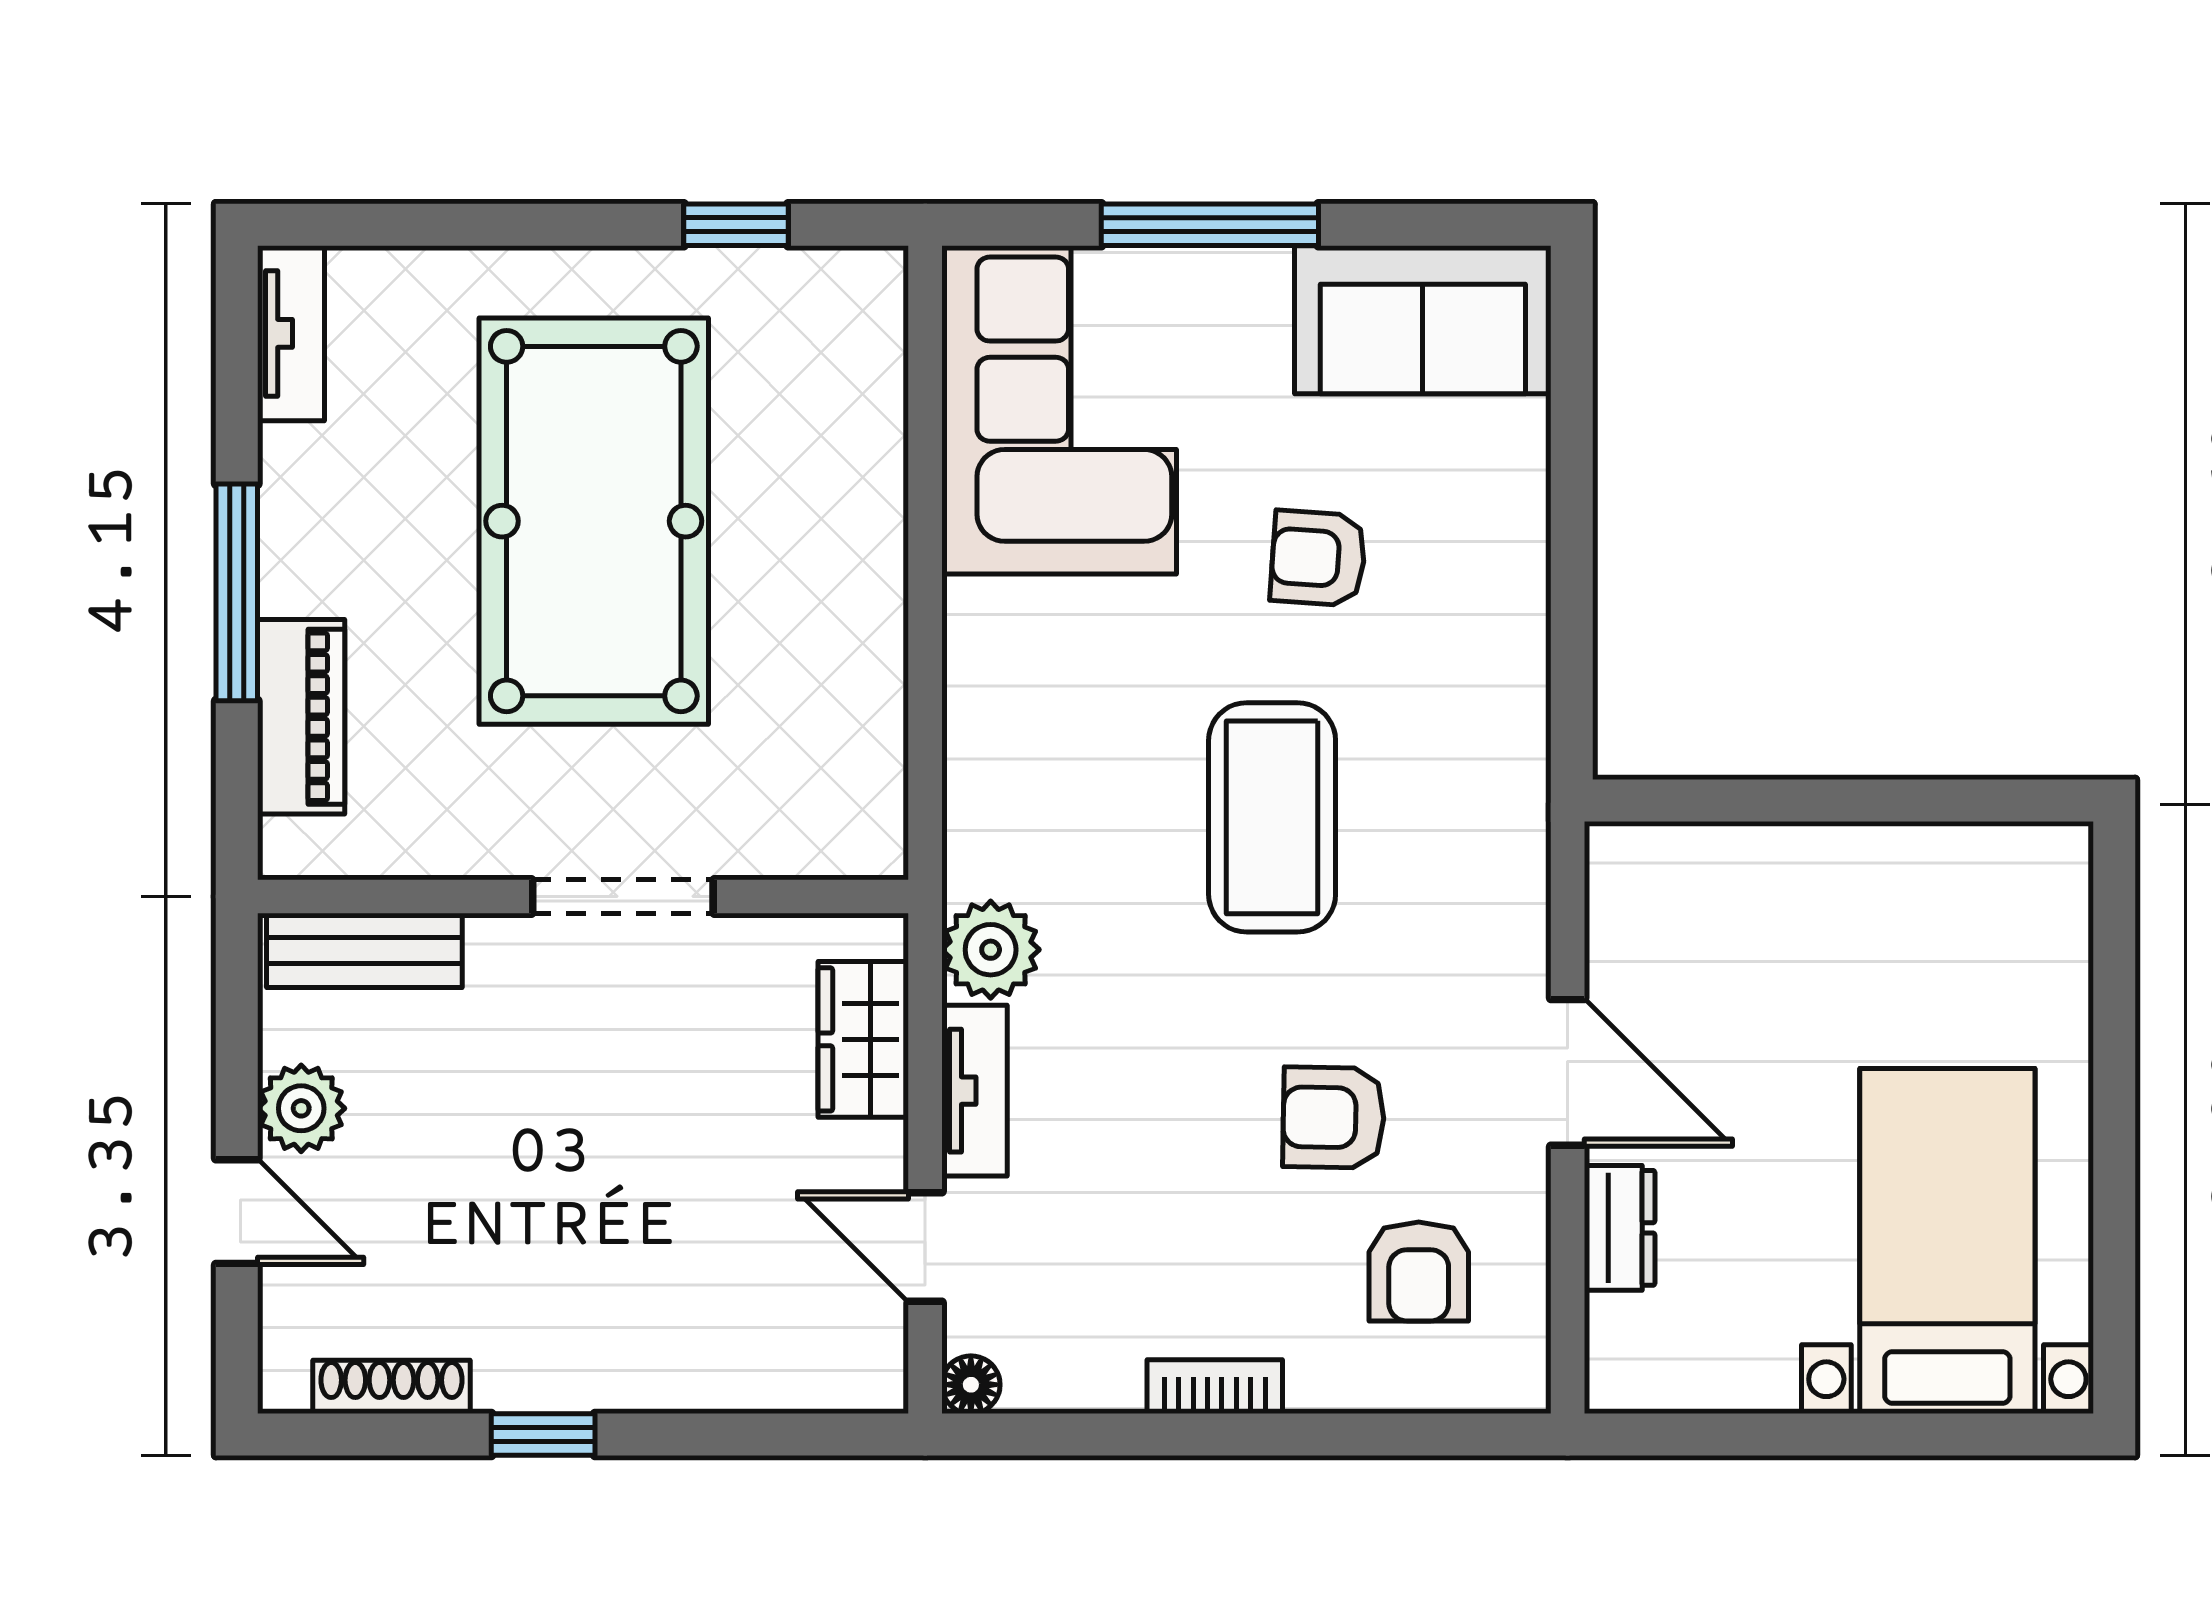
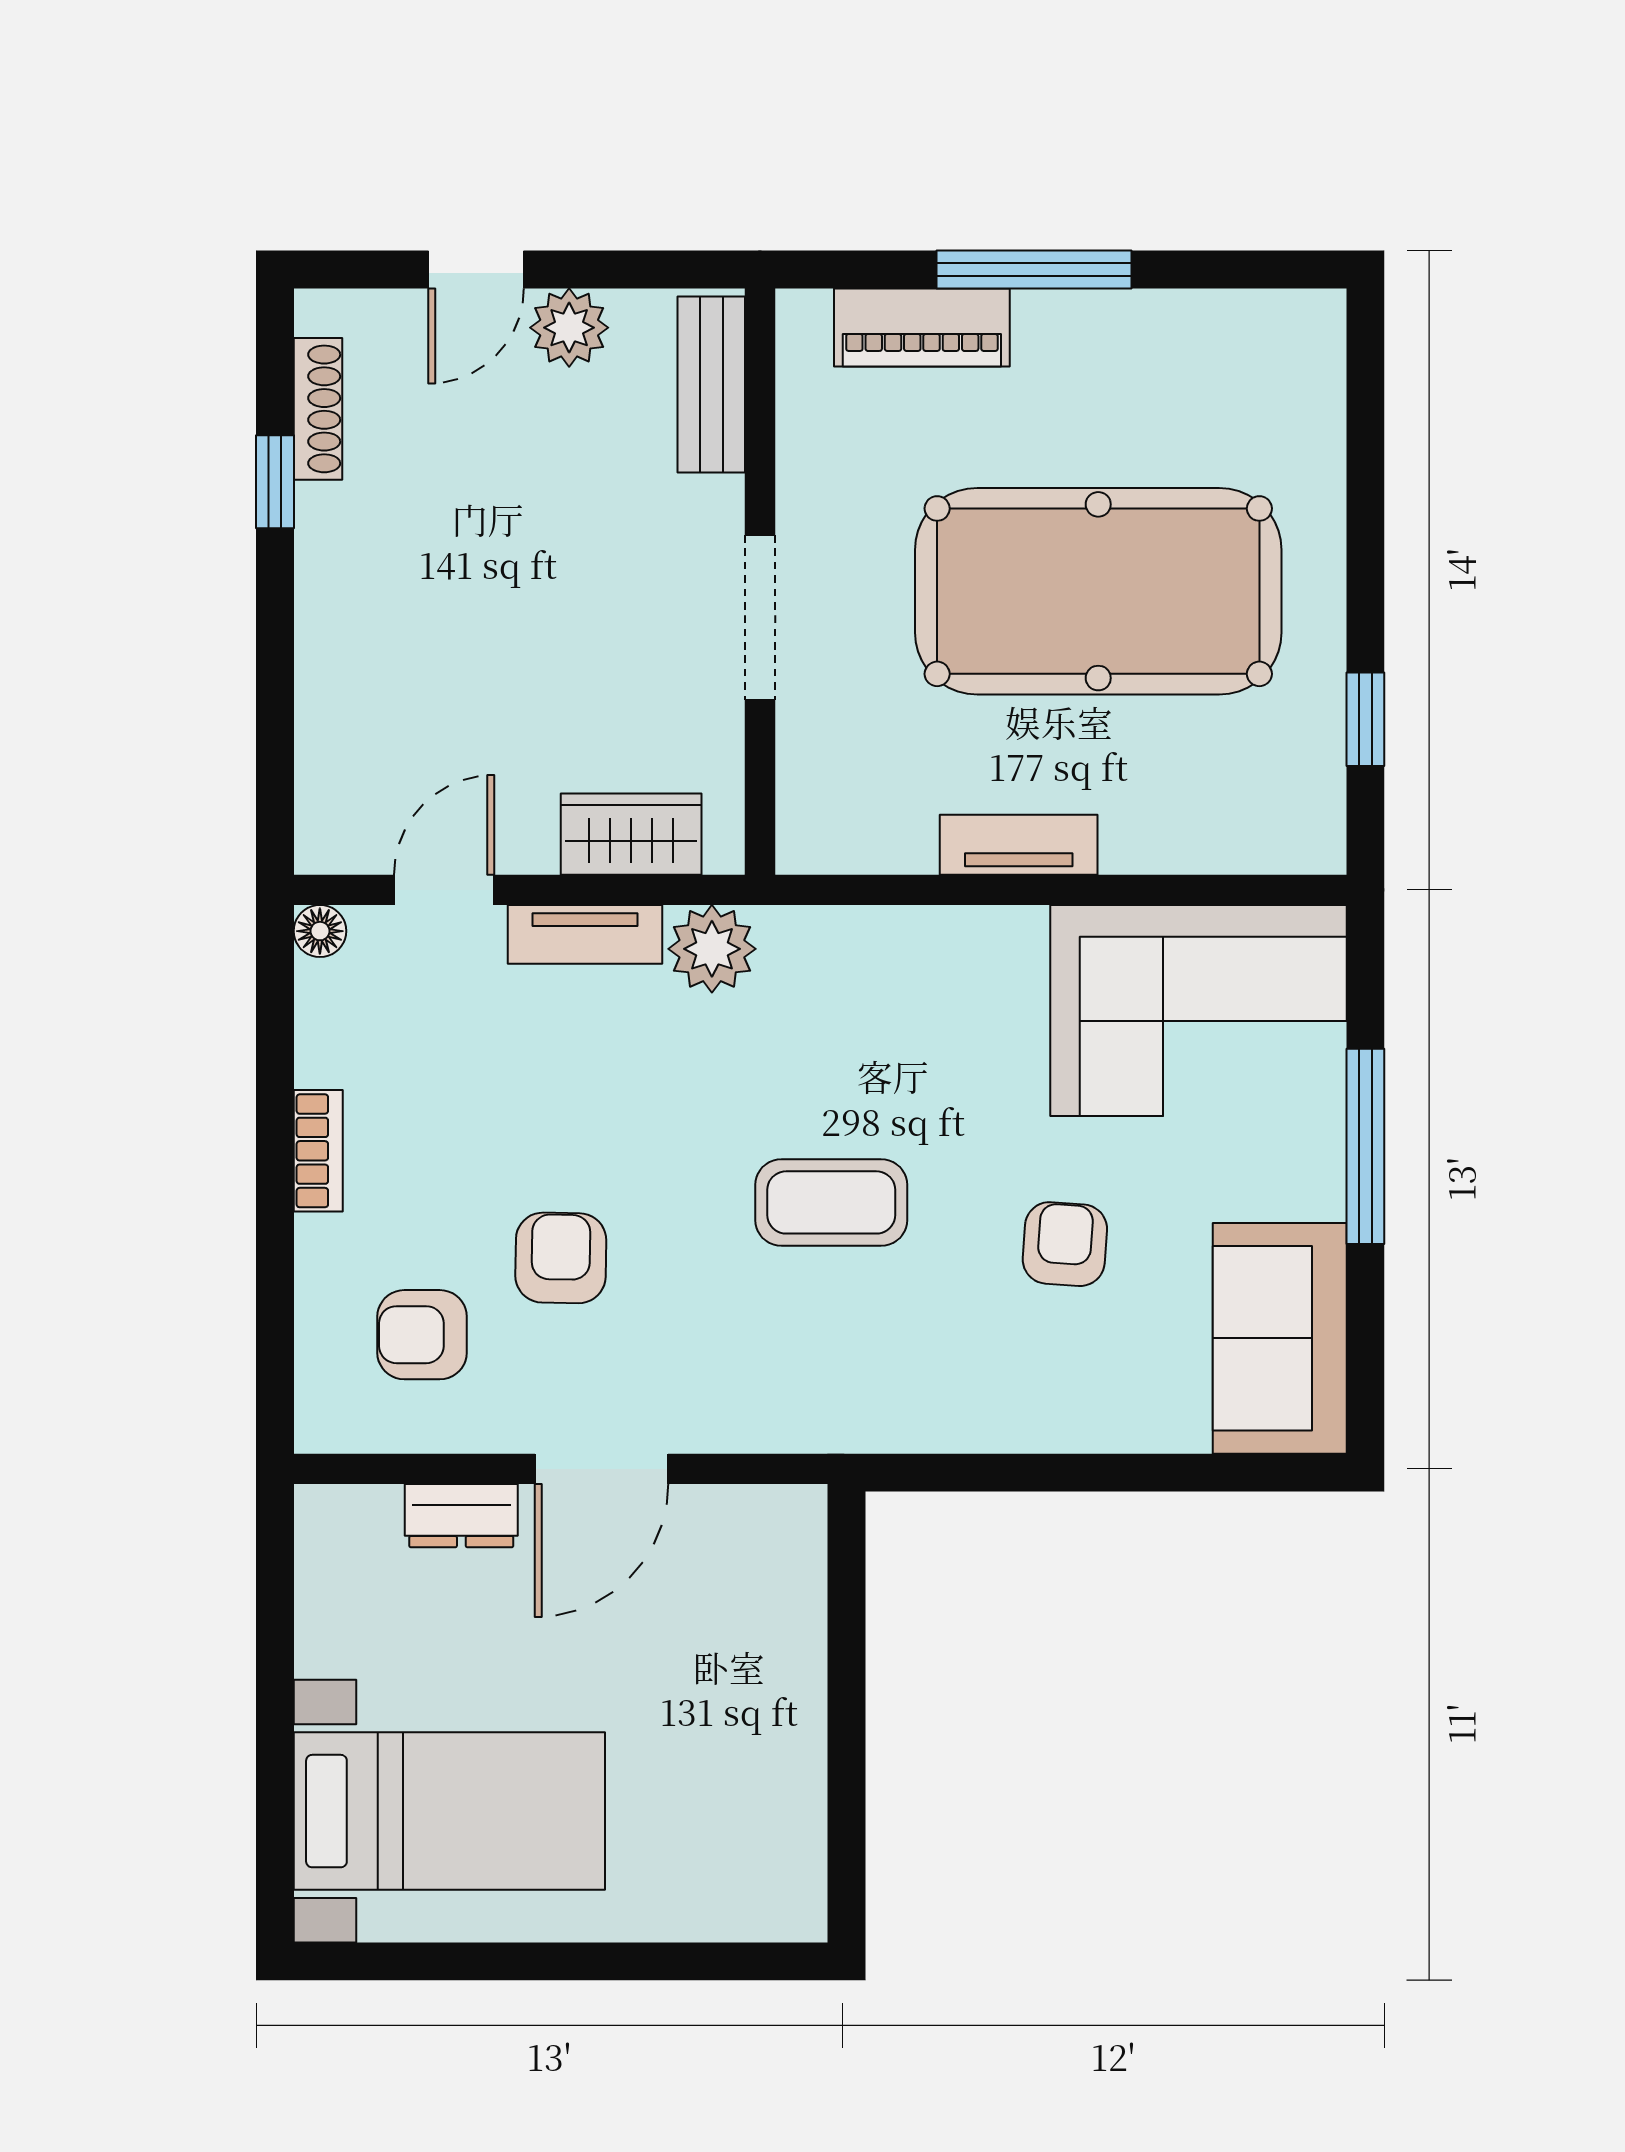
tv unit: (291, 333) -> (1019, 845), moved, turned 180
coffee table: (1272, 817) -> (831, 1202), width x0.73, depth x0.76
window: (543, 1435) -> (275, 482), moved

